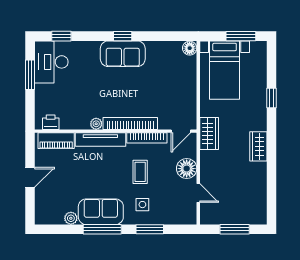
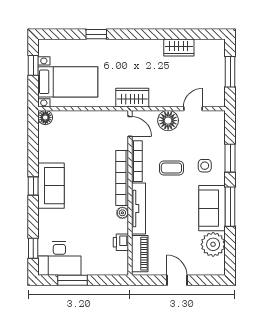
window: (241, 36) -> (33, 65), width x0.67
printer: (51, 122) -> (121, 242), moved
wardrobe: (258, 146) -> (179, 47), moved
plant: (71, 218) -> (213, 244), width x1.88, depth x1.88

